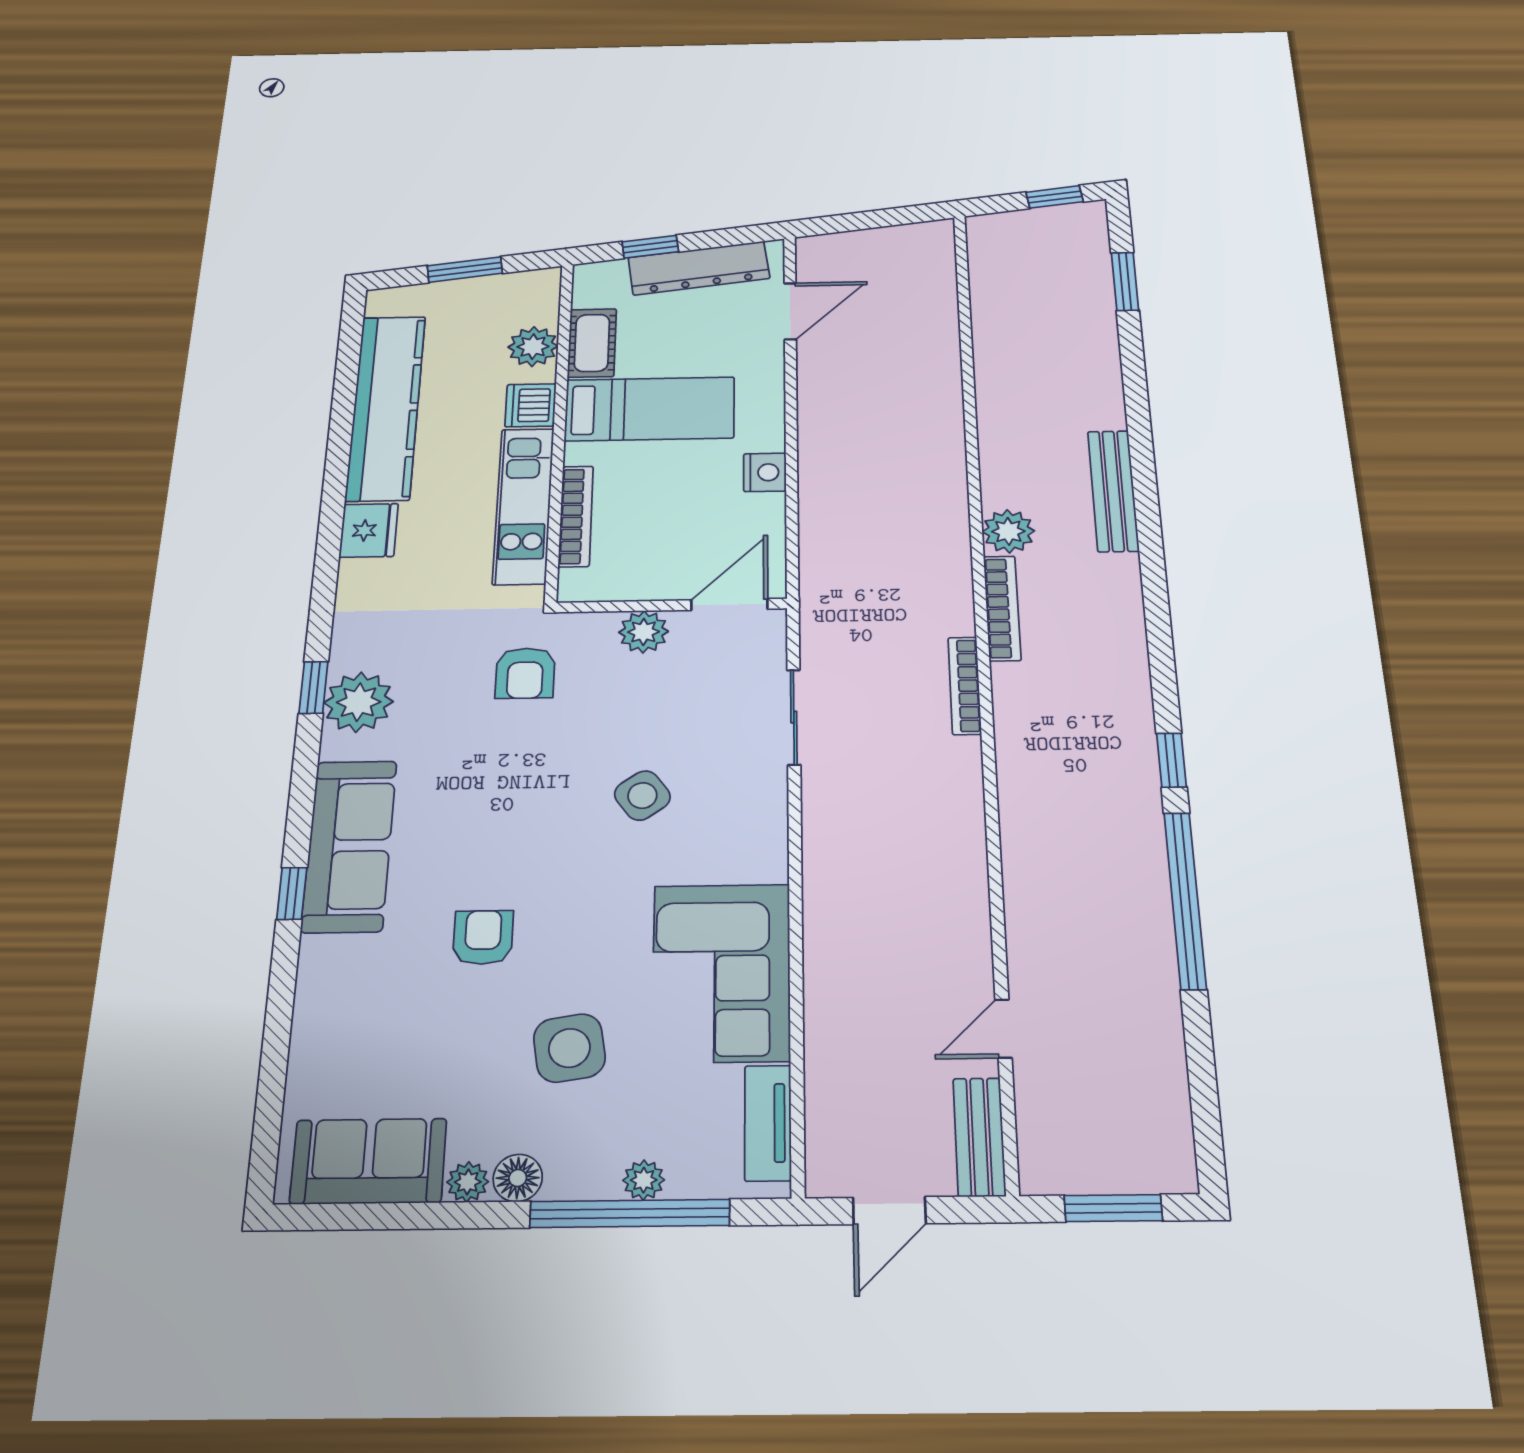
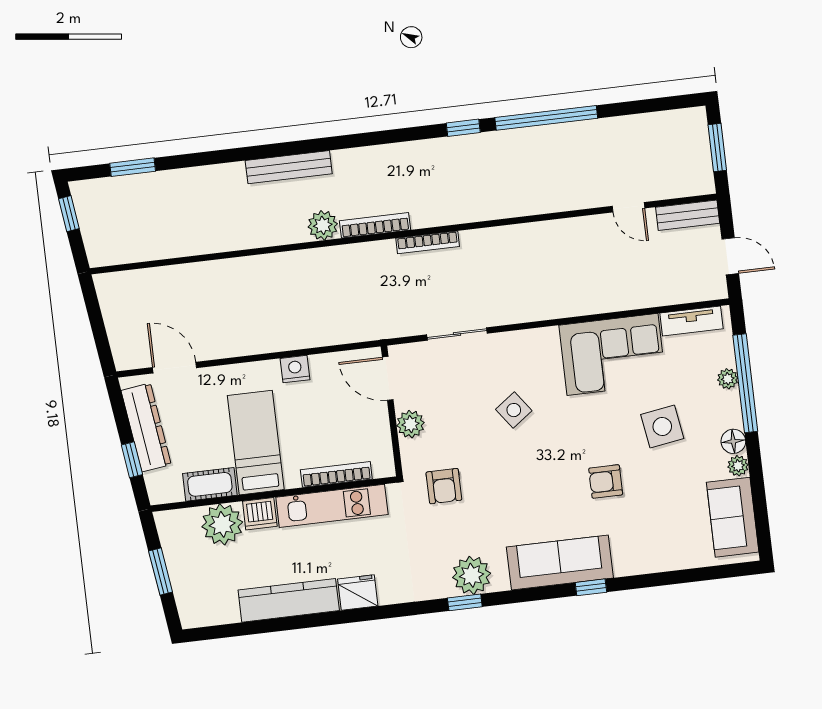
plant: (533, 347) -> (222, 524), width x1.36, depth x1.36
kitchen counter: (386, 407) -> (289, 600), width x0.72, depth x0.86
armchair: (525, 673) -> (444, 486), turned 90

